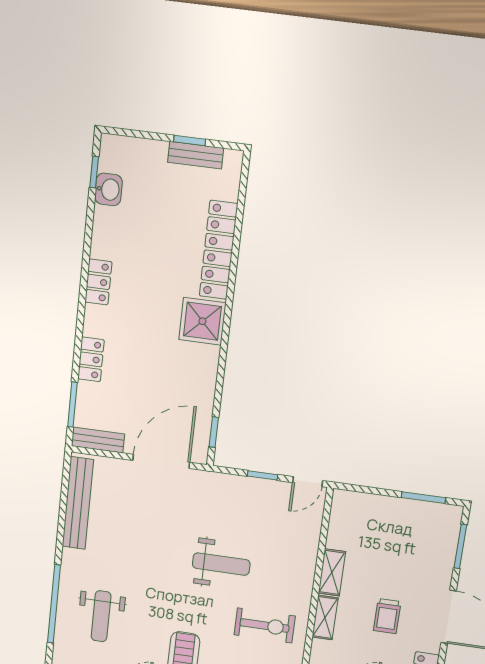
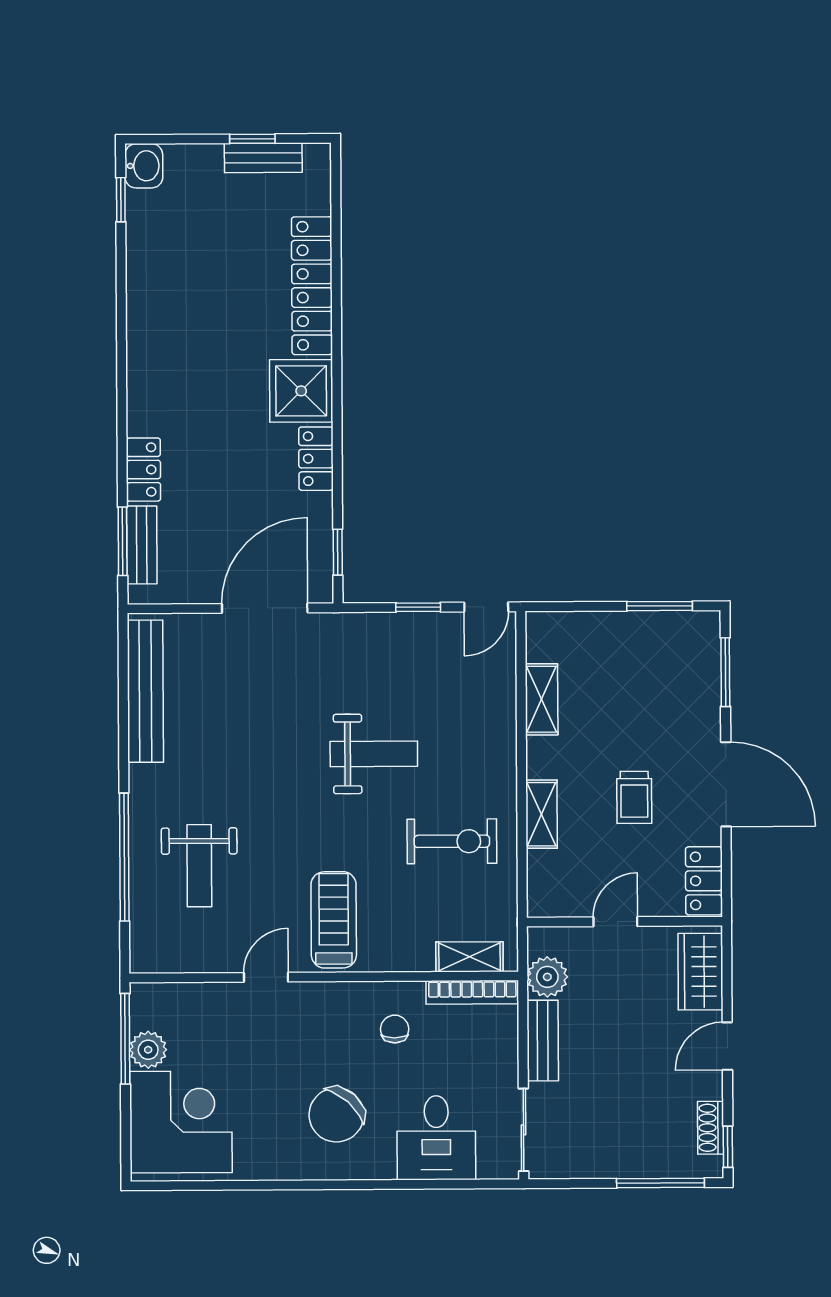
washbasin: (109, 189) -> (144, 166), moved
locker: (98, 282) -> (316, 459), moved, turned 180
bench: (98, 440) -> (142, 545), moved, turned 90
shelving: (332, 572) -> (542, 699), moved

